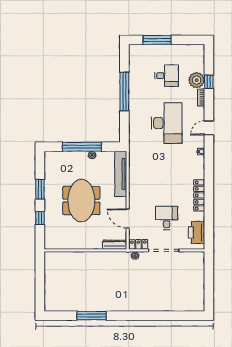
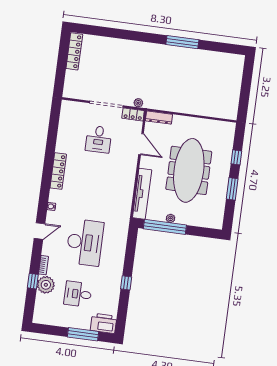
window: (124, 92) -> (126, 283), width x0.32
desk: (167, 123) -> (85, 242), turned 180
window: (82, 147) -> (165, 227), moved
locker: (199, 195) -> (58, 171), moved
meeting table: (81, 201) -> (189, 170), width x1.36
printer: (196, 233) -> (104, 323), moved, turned -90
locker: (199, 294) -> (74, 51), added
window: (92, 316) -> (182, 42), moved

